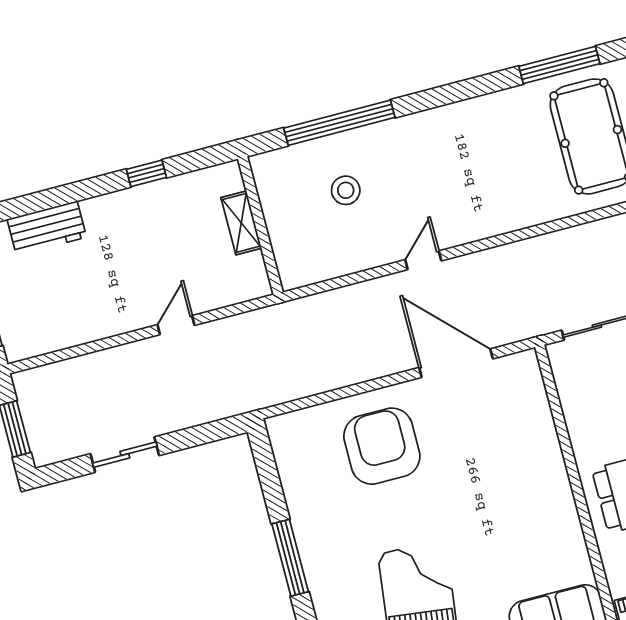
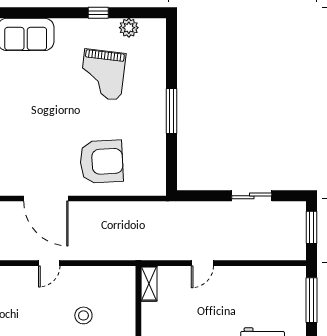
shelving: (241, 223) -> (149, 284), moved
armchair: (382, 446) -> (101, 162), turned -93

